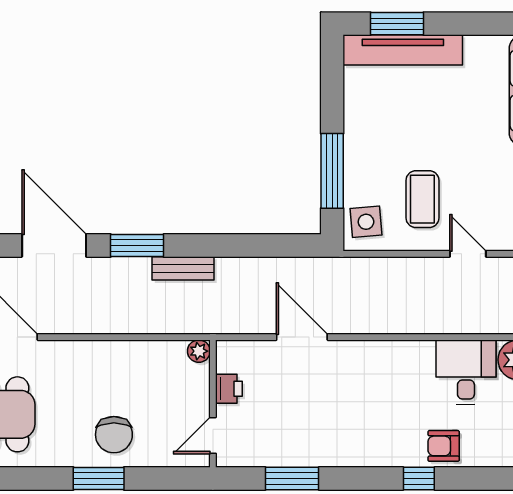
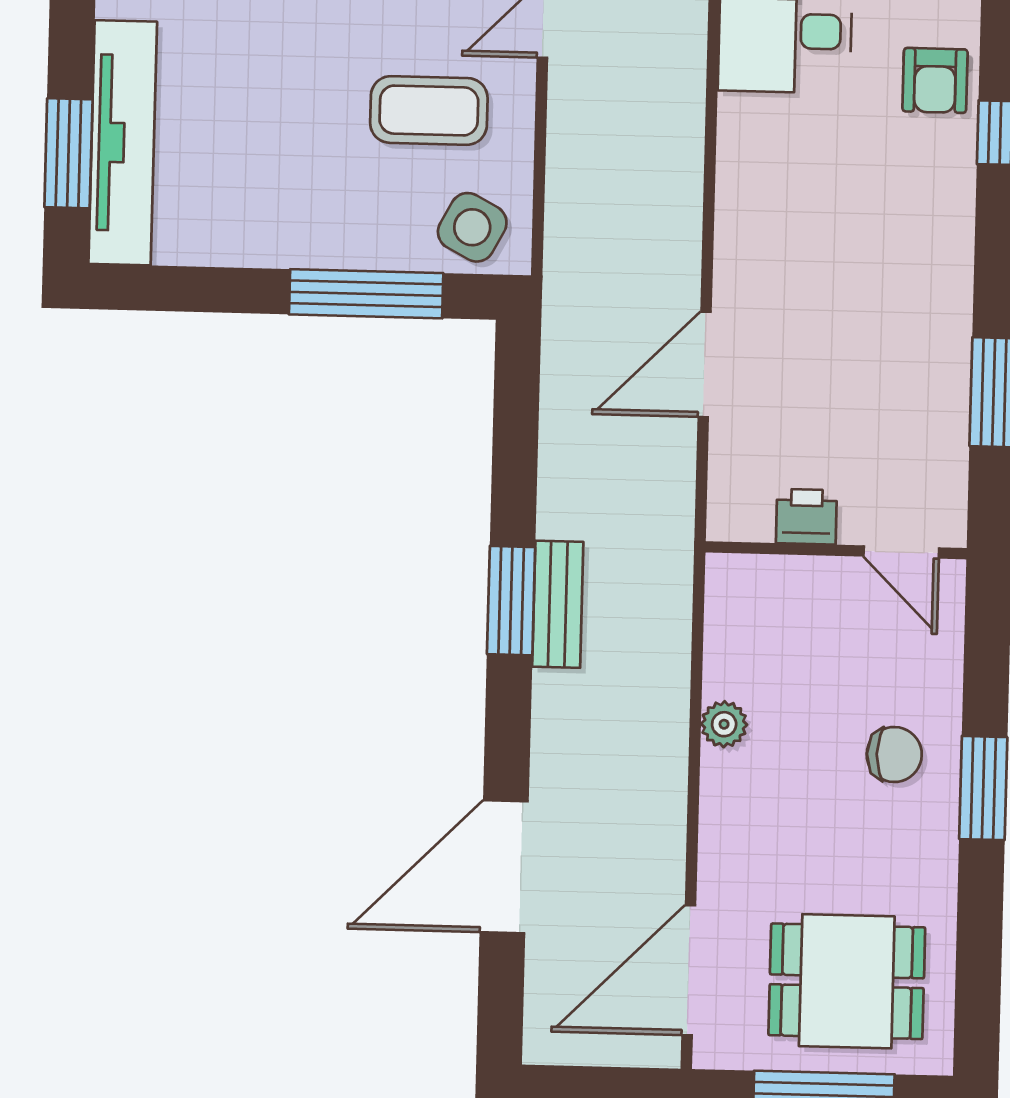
side table: (366, 222) -> (472, 227), turned 33
window: (137, 246) -> (511, 601), moved
plant: (199, 351) -> (724, 724), moved
chair: (114, 435) -> (894, 754), width x0.73, depth x0.73

